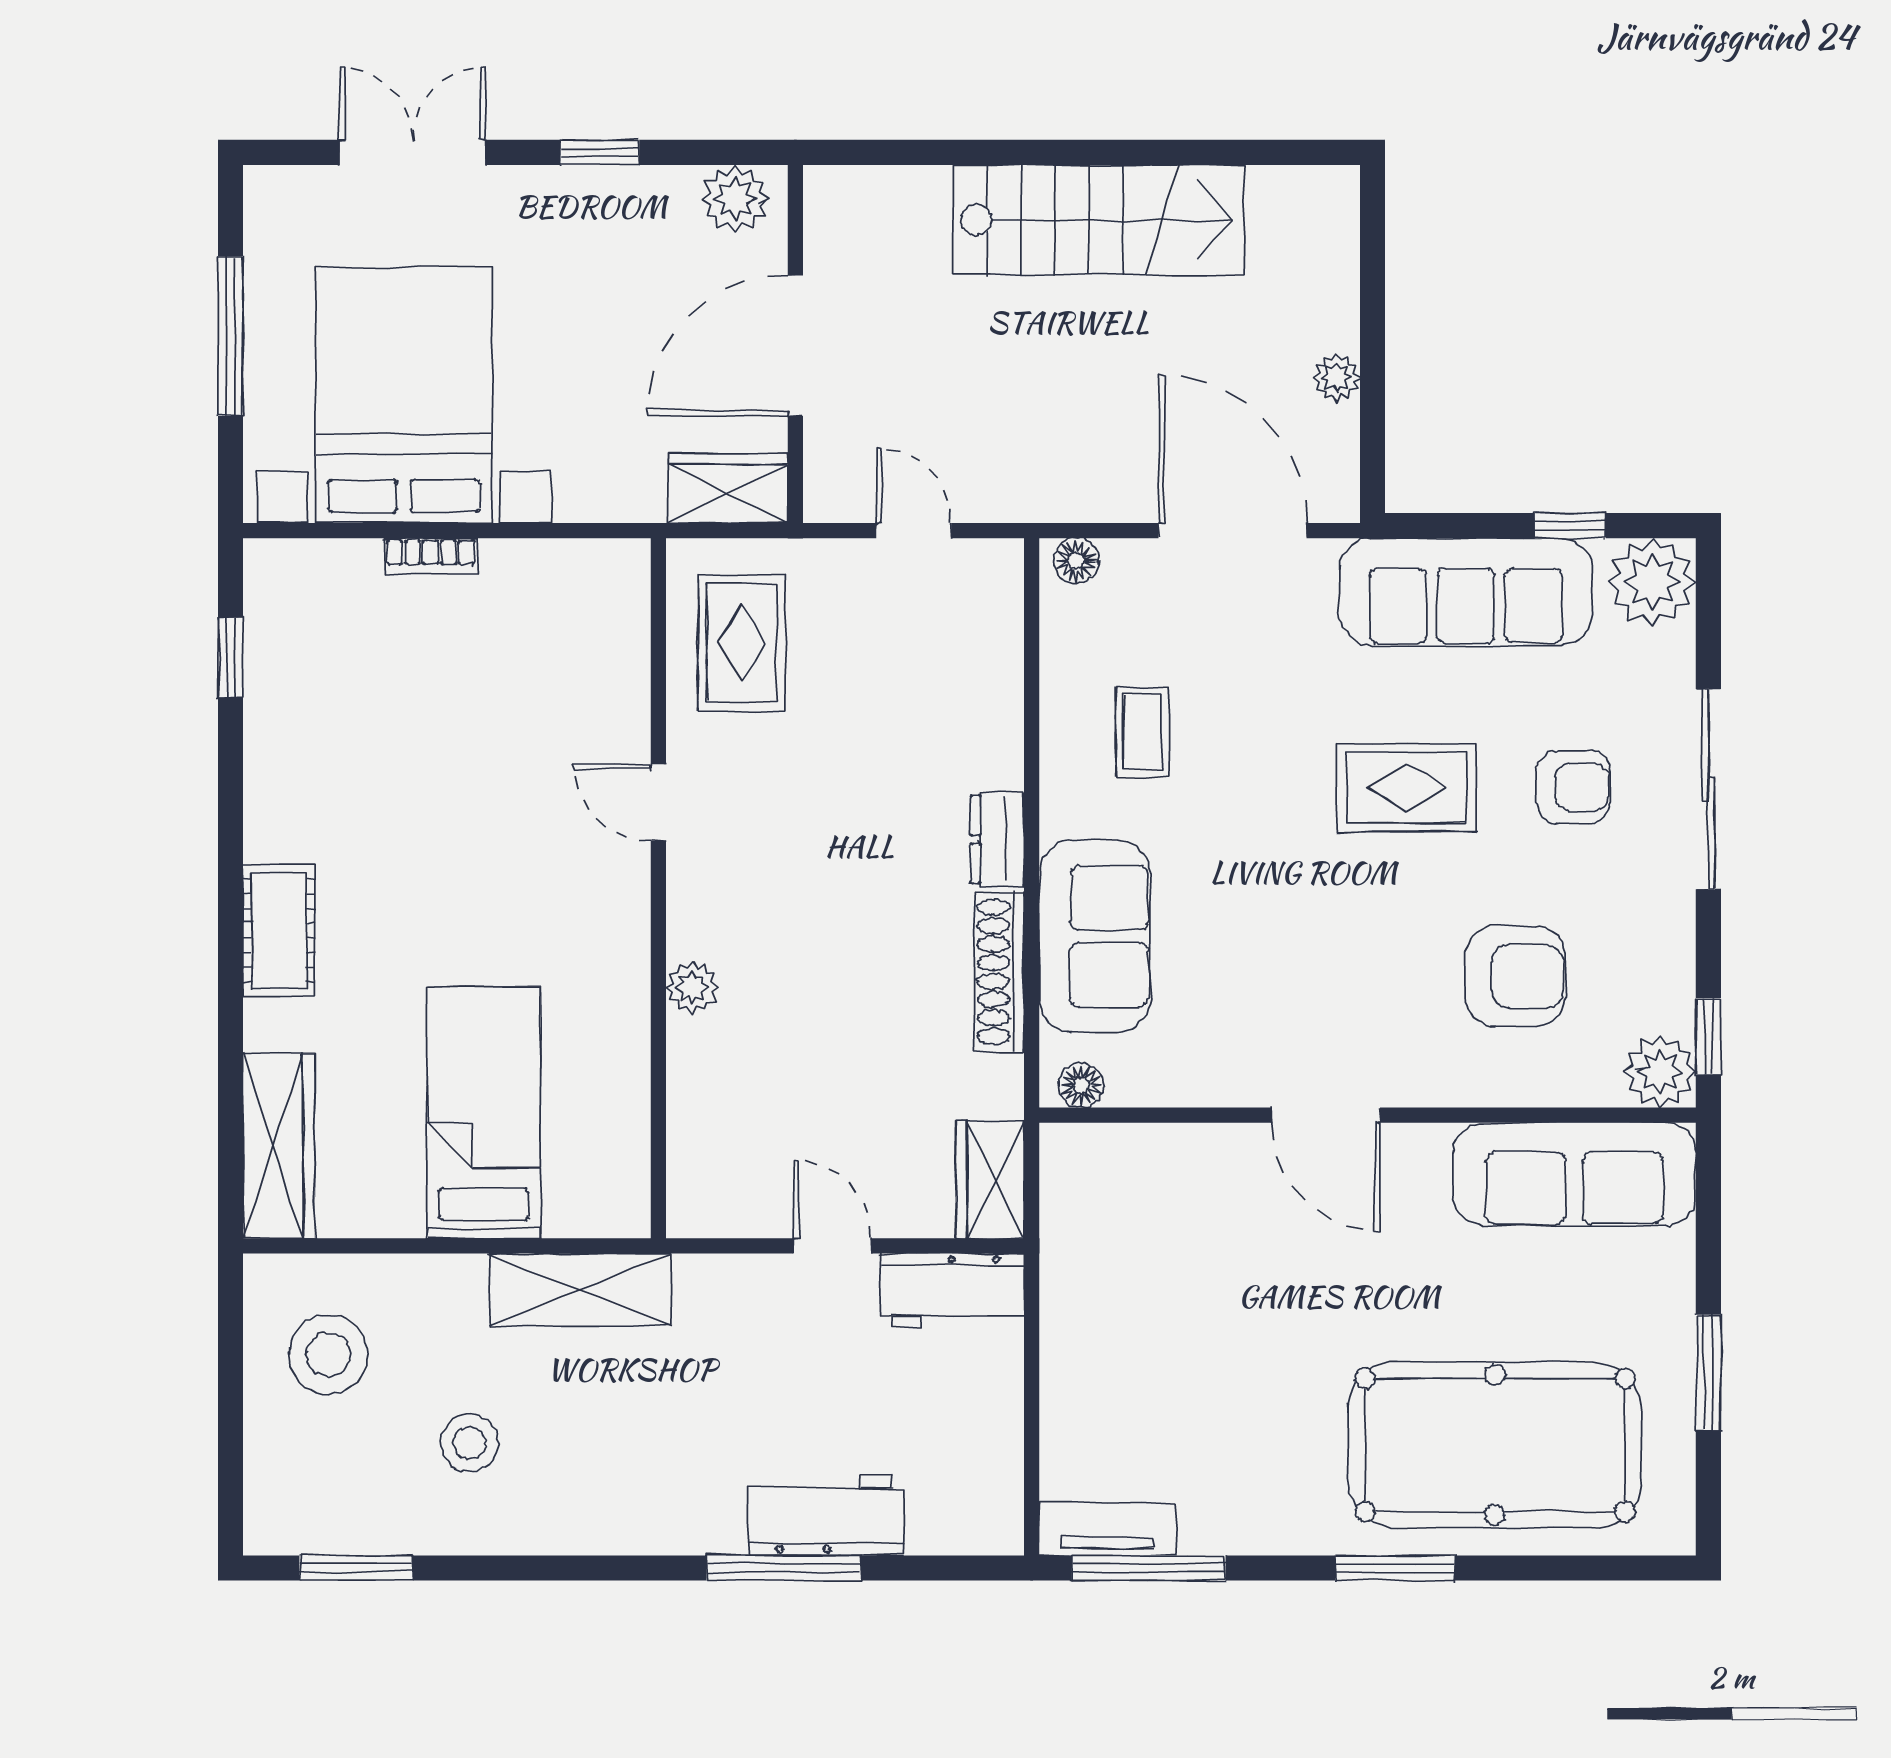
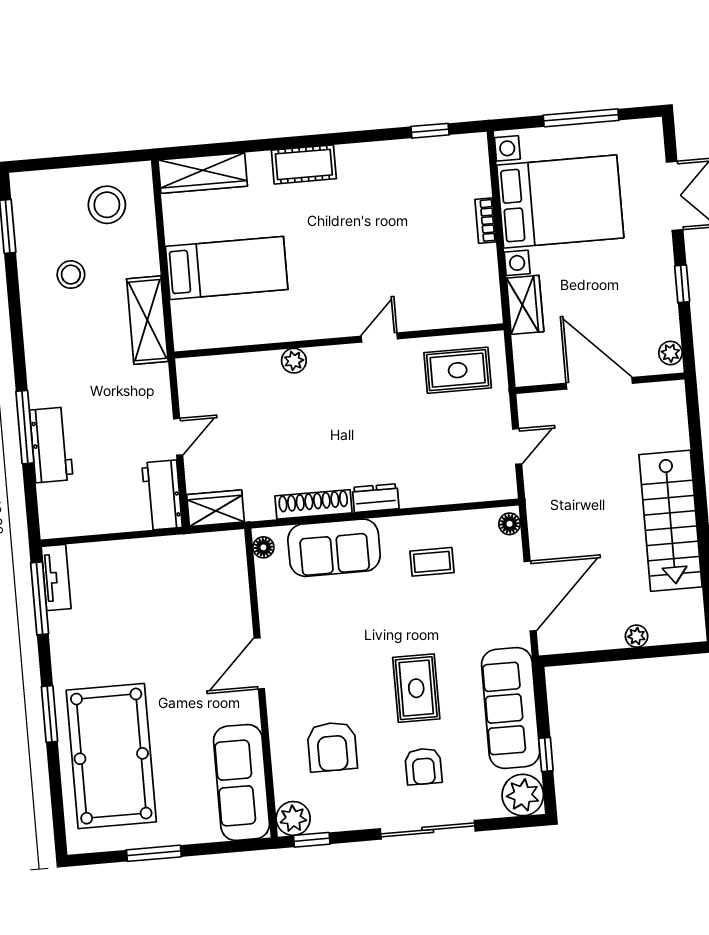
plant: (735, 199) -> (670, 353), width x0.73, depth x0.73
plant: (1337, 378) -> (637, 636), moved
wardrobe: (728, 488) -> (525, 305), moved

